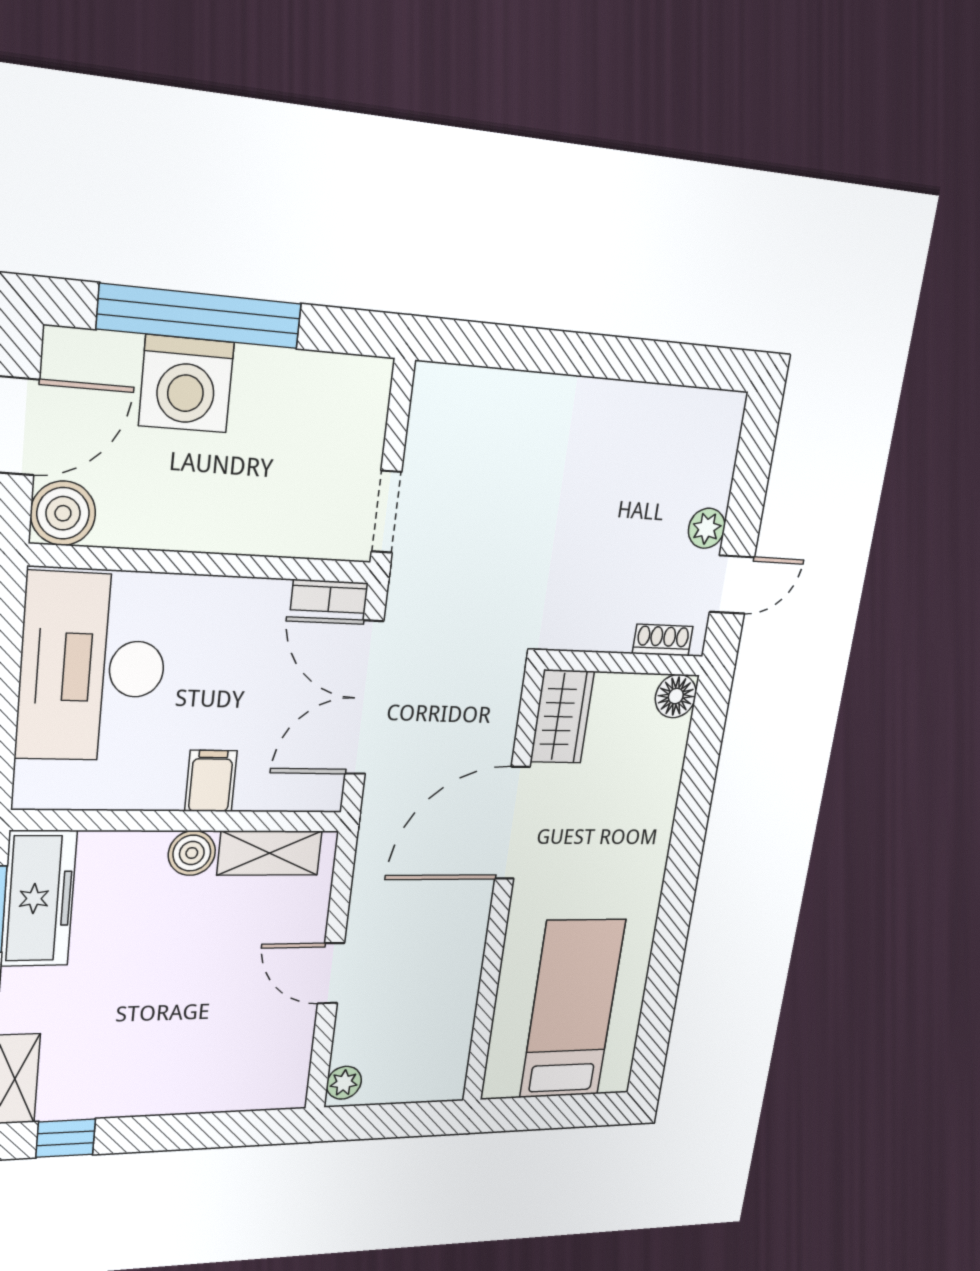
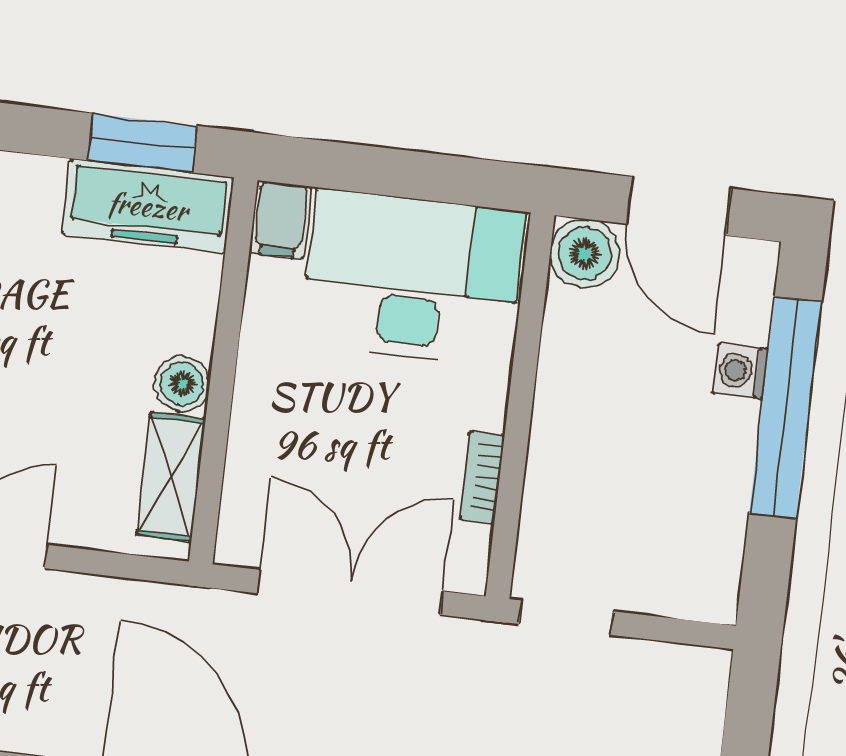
washing machine: (186, 384) -> (741, 371), width x0.53, depth x0.53
bookcase: (330, 596) -> (482, 477), moved
filing cabinet: (211, 781) -> (280, 220), moved, turned 90

